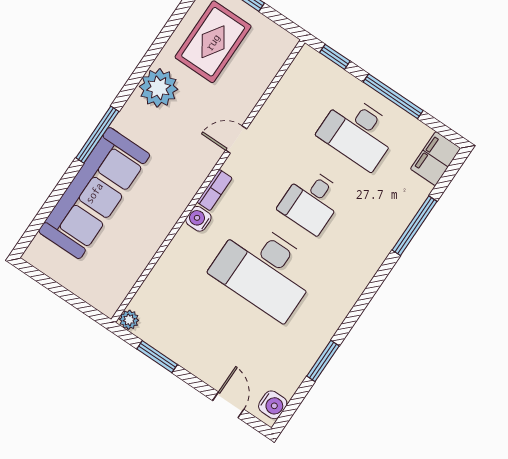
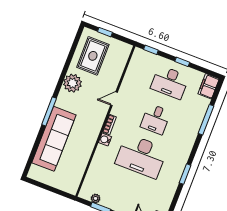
window: (393, 96) -> (182, 62), width x0.46
plant: (129, 320) -> (96, 198), moved
window: (323, 361) -> (185, 174), moved

